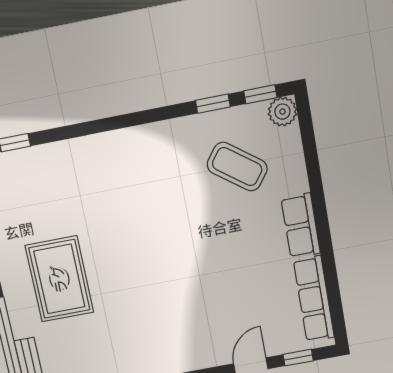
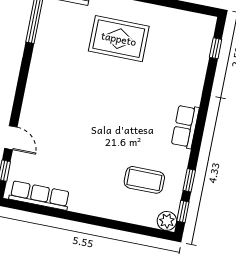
coffee table: (237, 167) -> (144, 180), turned 53
row of seats: (301, 226) -> (185, 126), moved, turned -90

